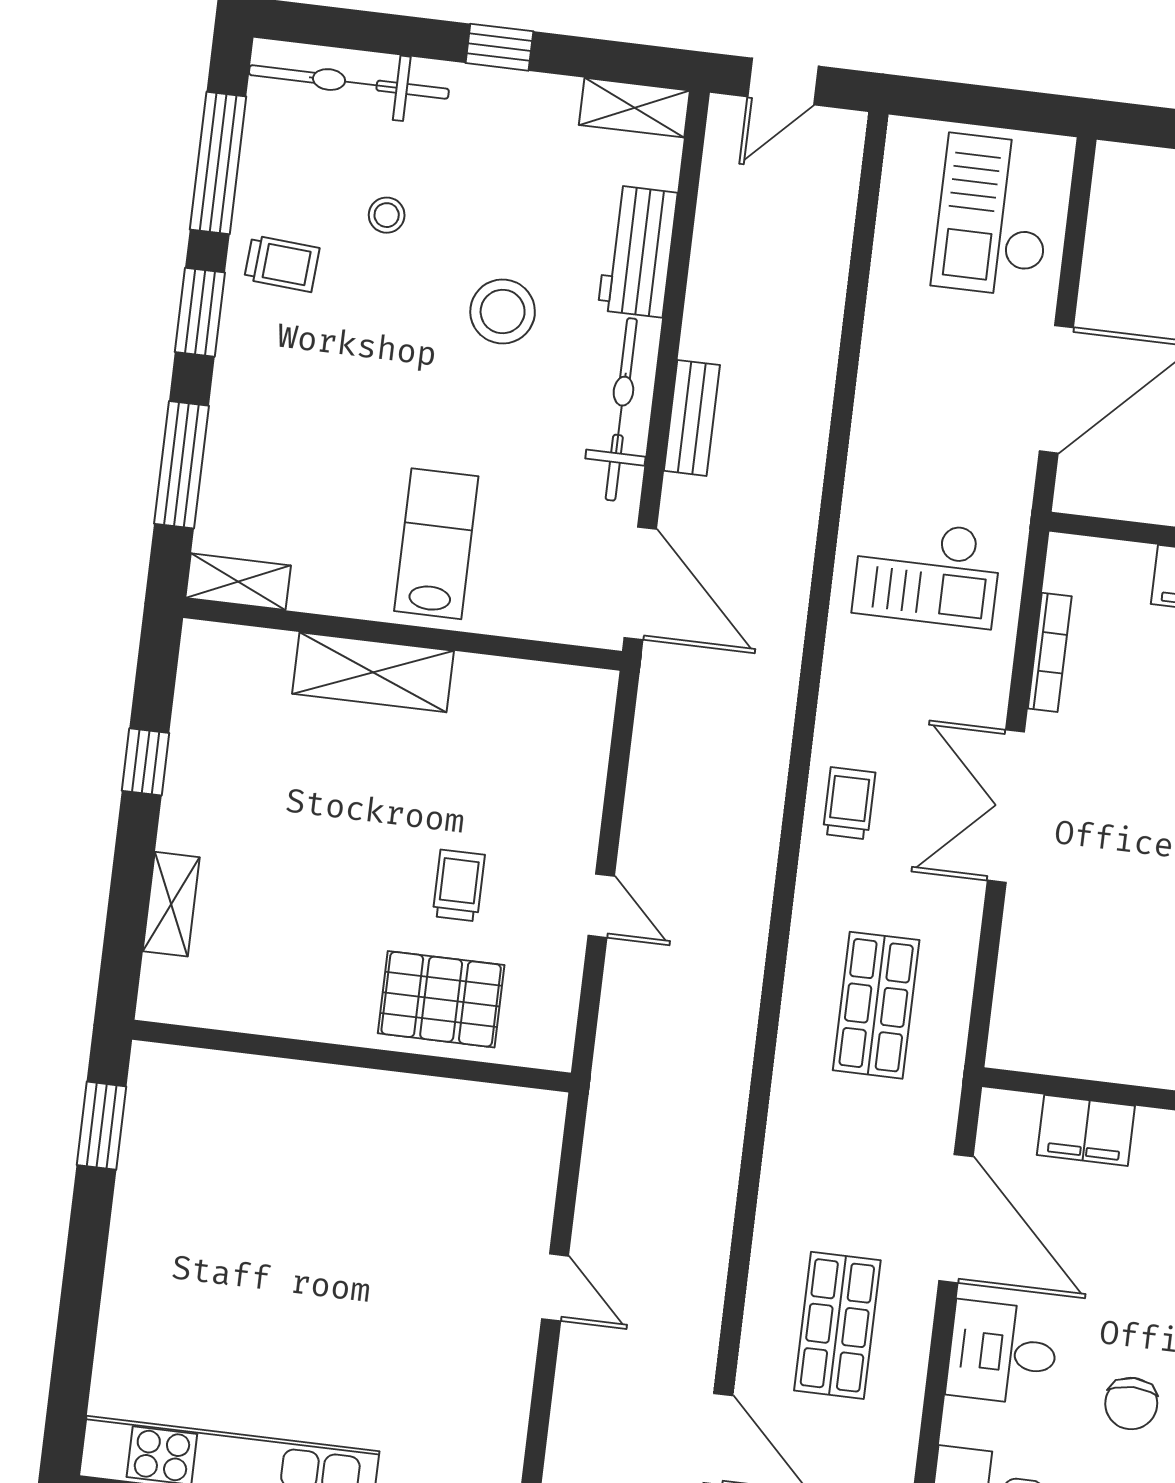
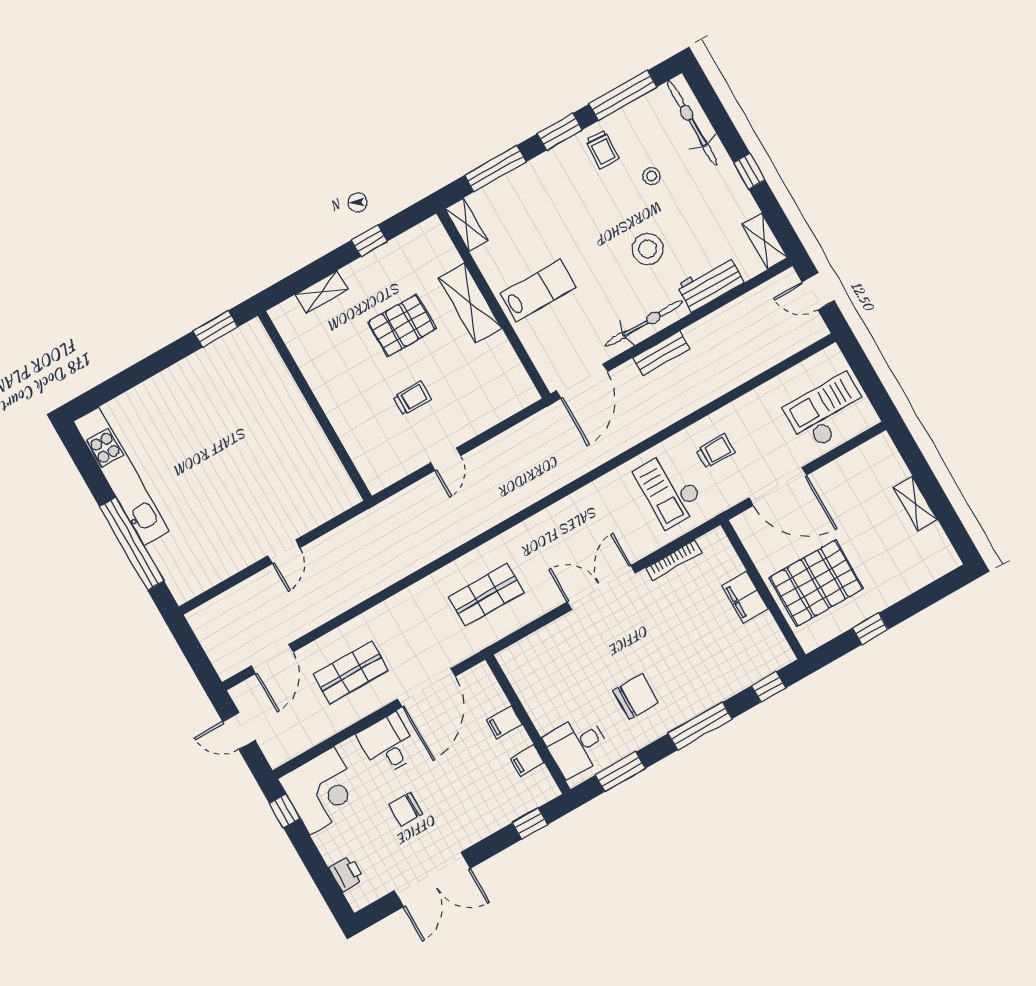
trolley: (849, 803) -> (716, 451), moved
pallet: (441, 999) -> (402, 325), moved, turned 90
filing cabinet: (1086, 1130) -> (504, 722), width x0.50

